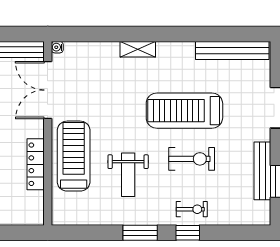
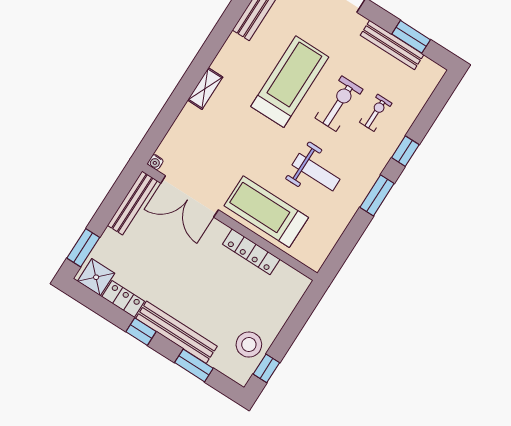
treadmill: (184, 111) -> (290, 82), turned 180
exercise bike: (192, 209) -> (376, 113), moved

